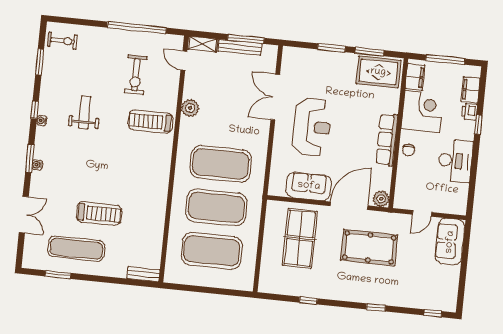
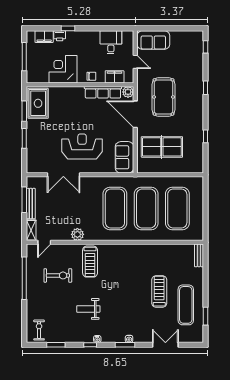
filing cabinet: (415, 77) -> (115, 77), moved
row of seats: (387, 140) -> (103, 92), moved
desk: (455, 161) -> (111, 42), moved, width x0.73
sofa: (309, 186) -> (125, 157), moved

